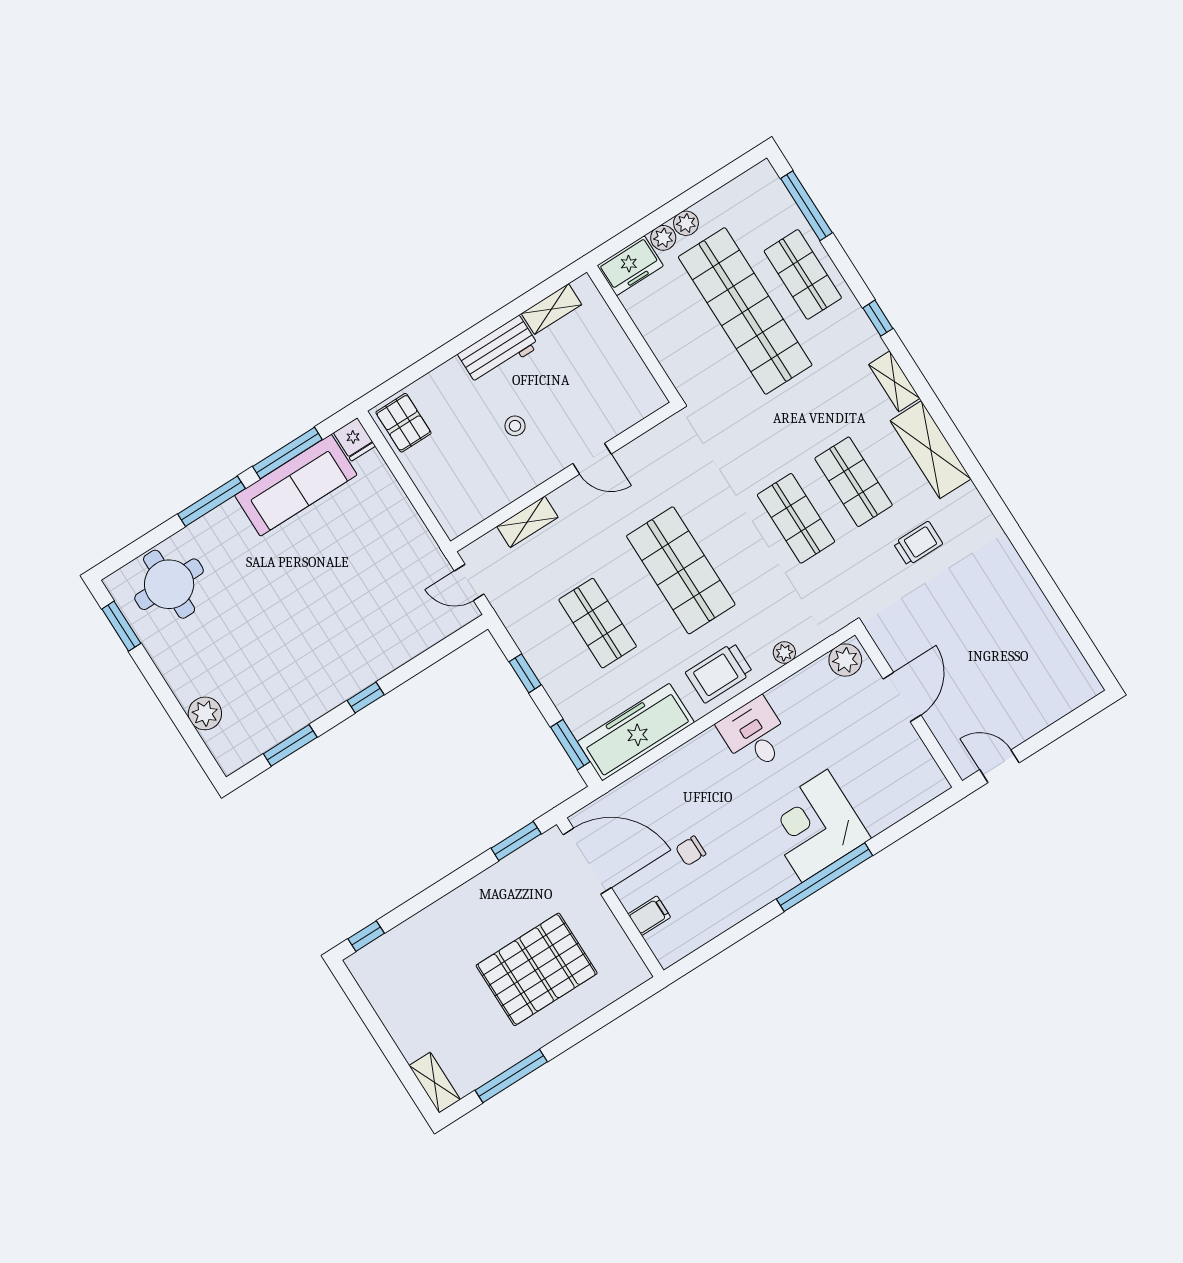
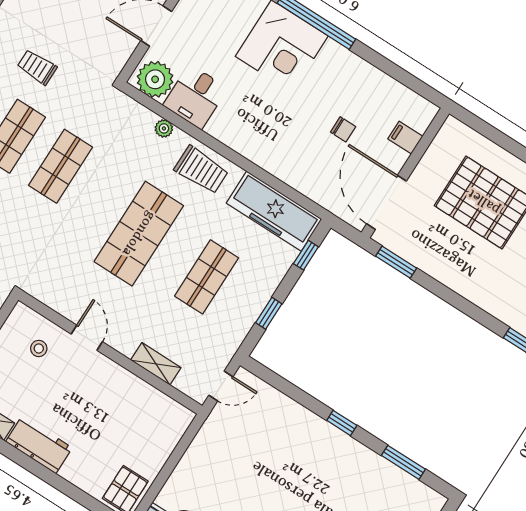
stool: (515, 426) -> (39, 348), moved
door: (469, 582) -> (221, 386), hinge flipped
plant: (845, 660) -> (155, 79), width x1.36, depth x1.36
desk: (755, 735) -> (195, 97), moved
window: (570, 745) -> (306, 255), width x0.67

